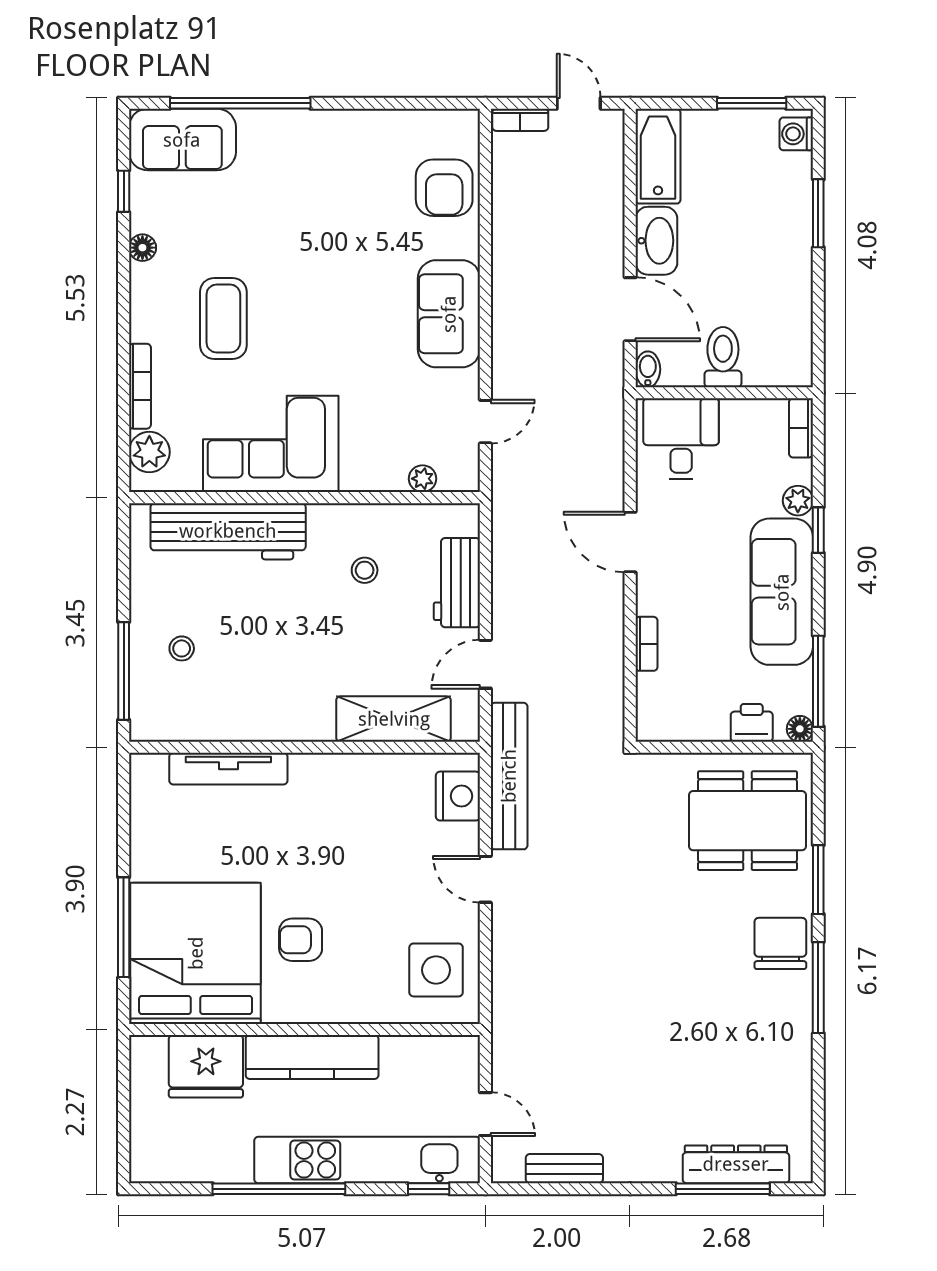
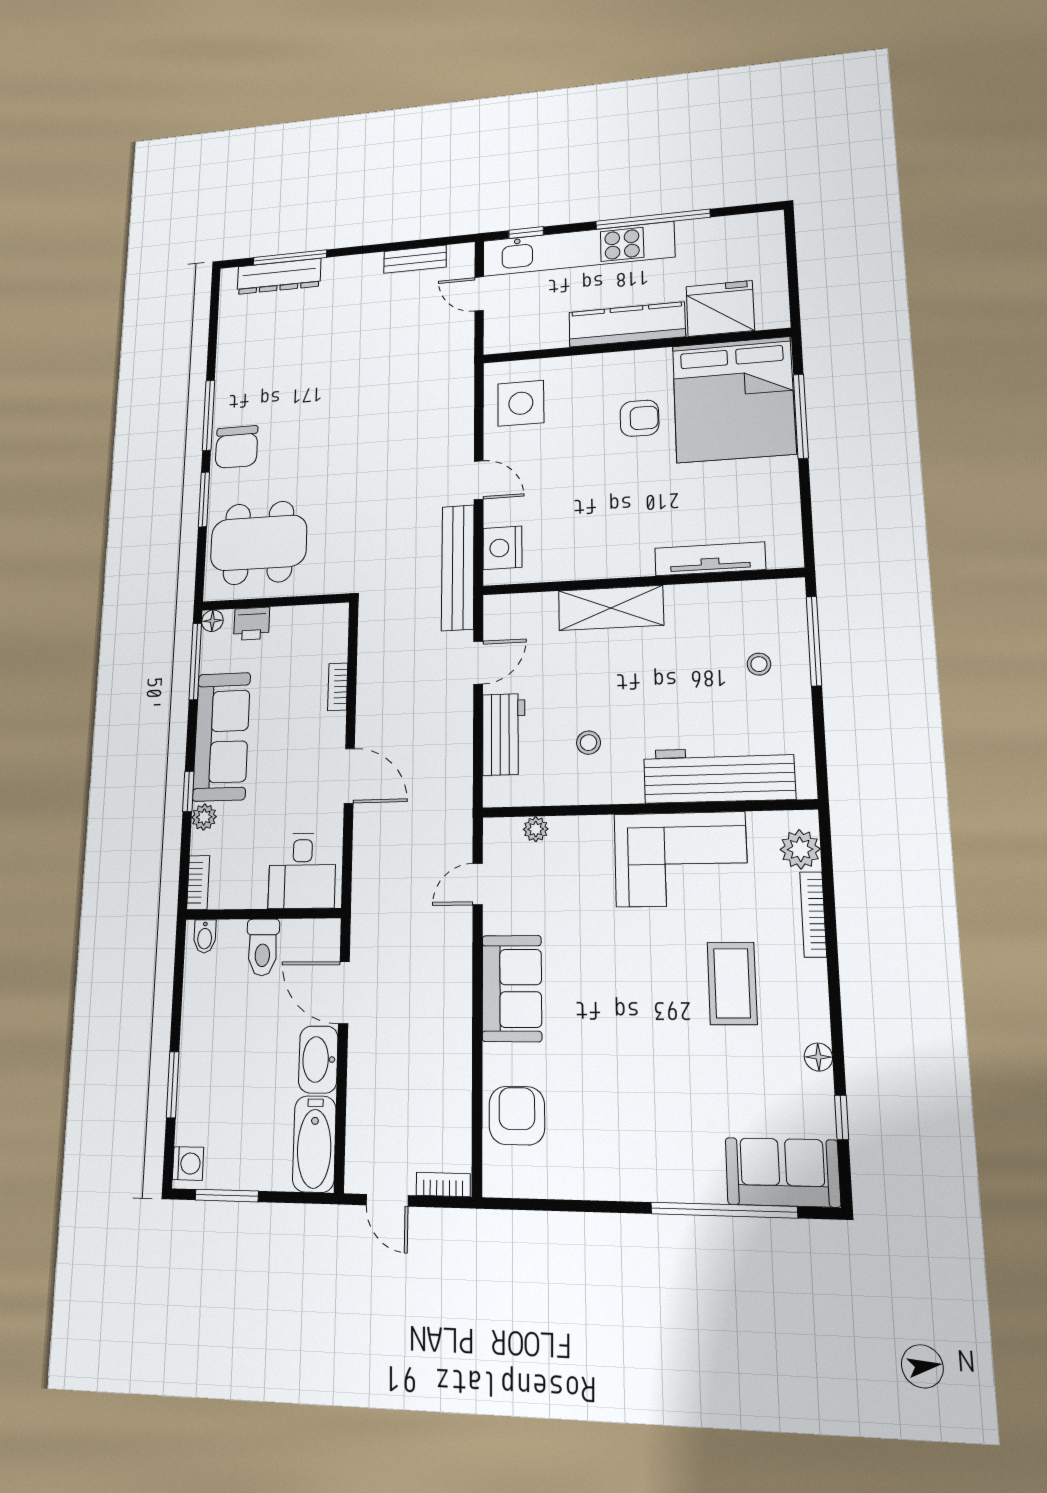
bidet: (648, 369) -> (205, 936), moved
shelving: (394, 719) -> (611, 608), moved

